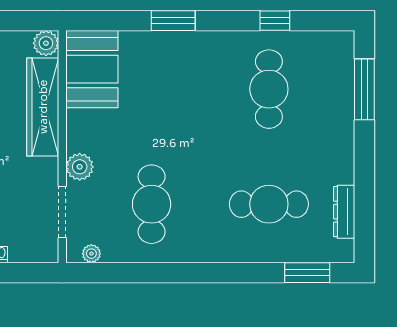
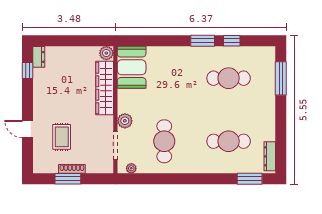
window: (173, 21) -> (203, 41), moved
cafe table: (269, 89) -> (229, 78), turned 90
dresser: (344, 212) -> (270, 156), moved

